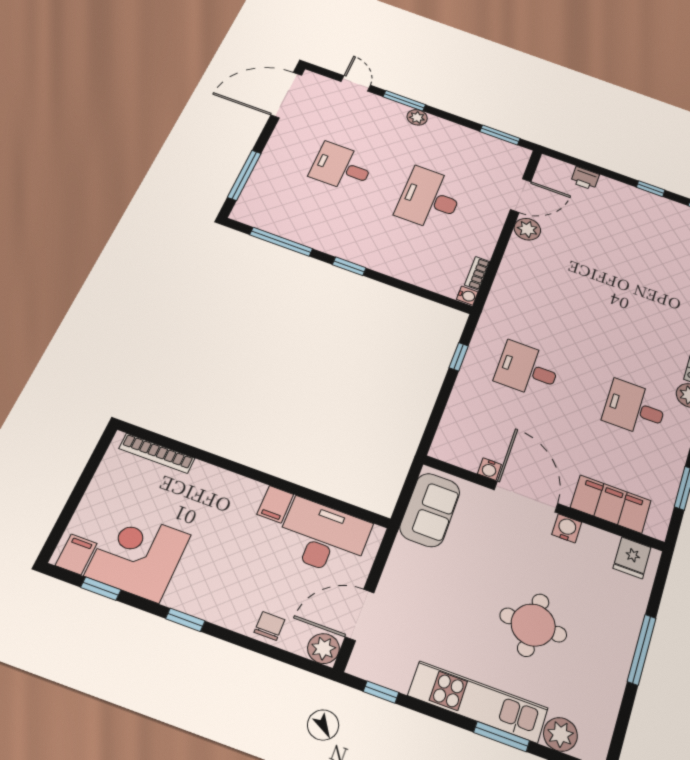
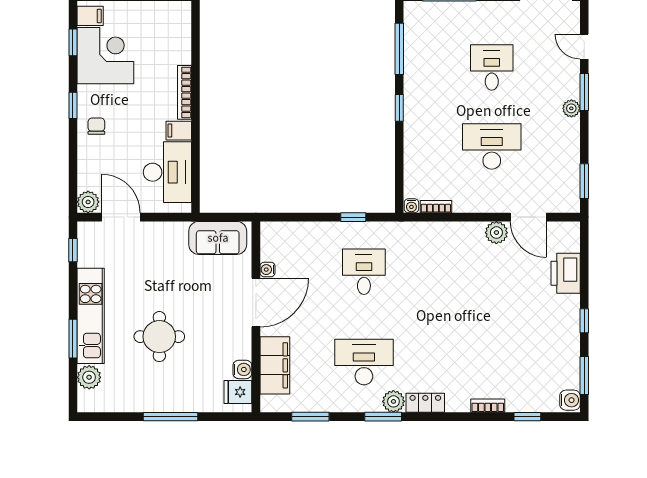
door: (356, 83) -> (584, 47), swing flipped
printer: (585, 178) -> (566, 273), width x1.87, depth x1.48
desk: (635, 408) -> (364, 362), width x1.37
bookcase: (157, 453) -> (185, 92), moved
water cooler: (567, 528) -> (242, 369), moved
chair: (270, 626) -> (96, 126), moved, turned -90

